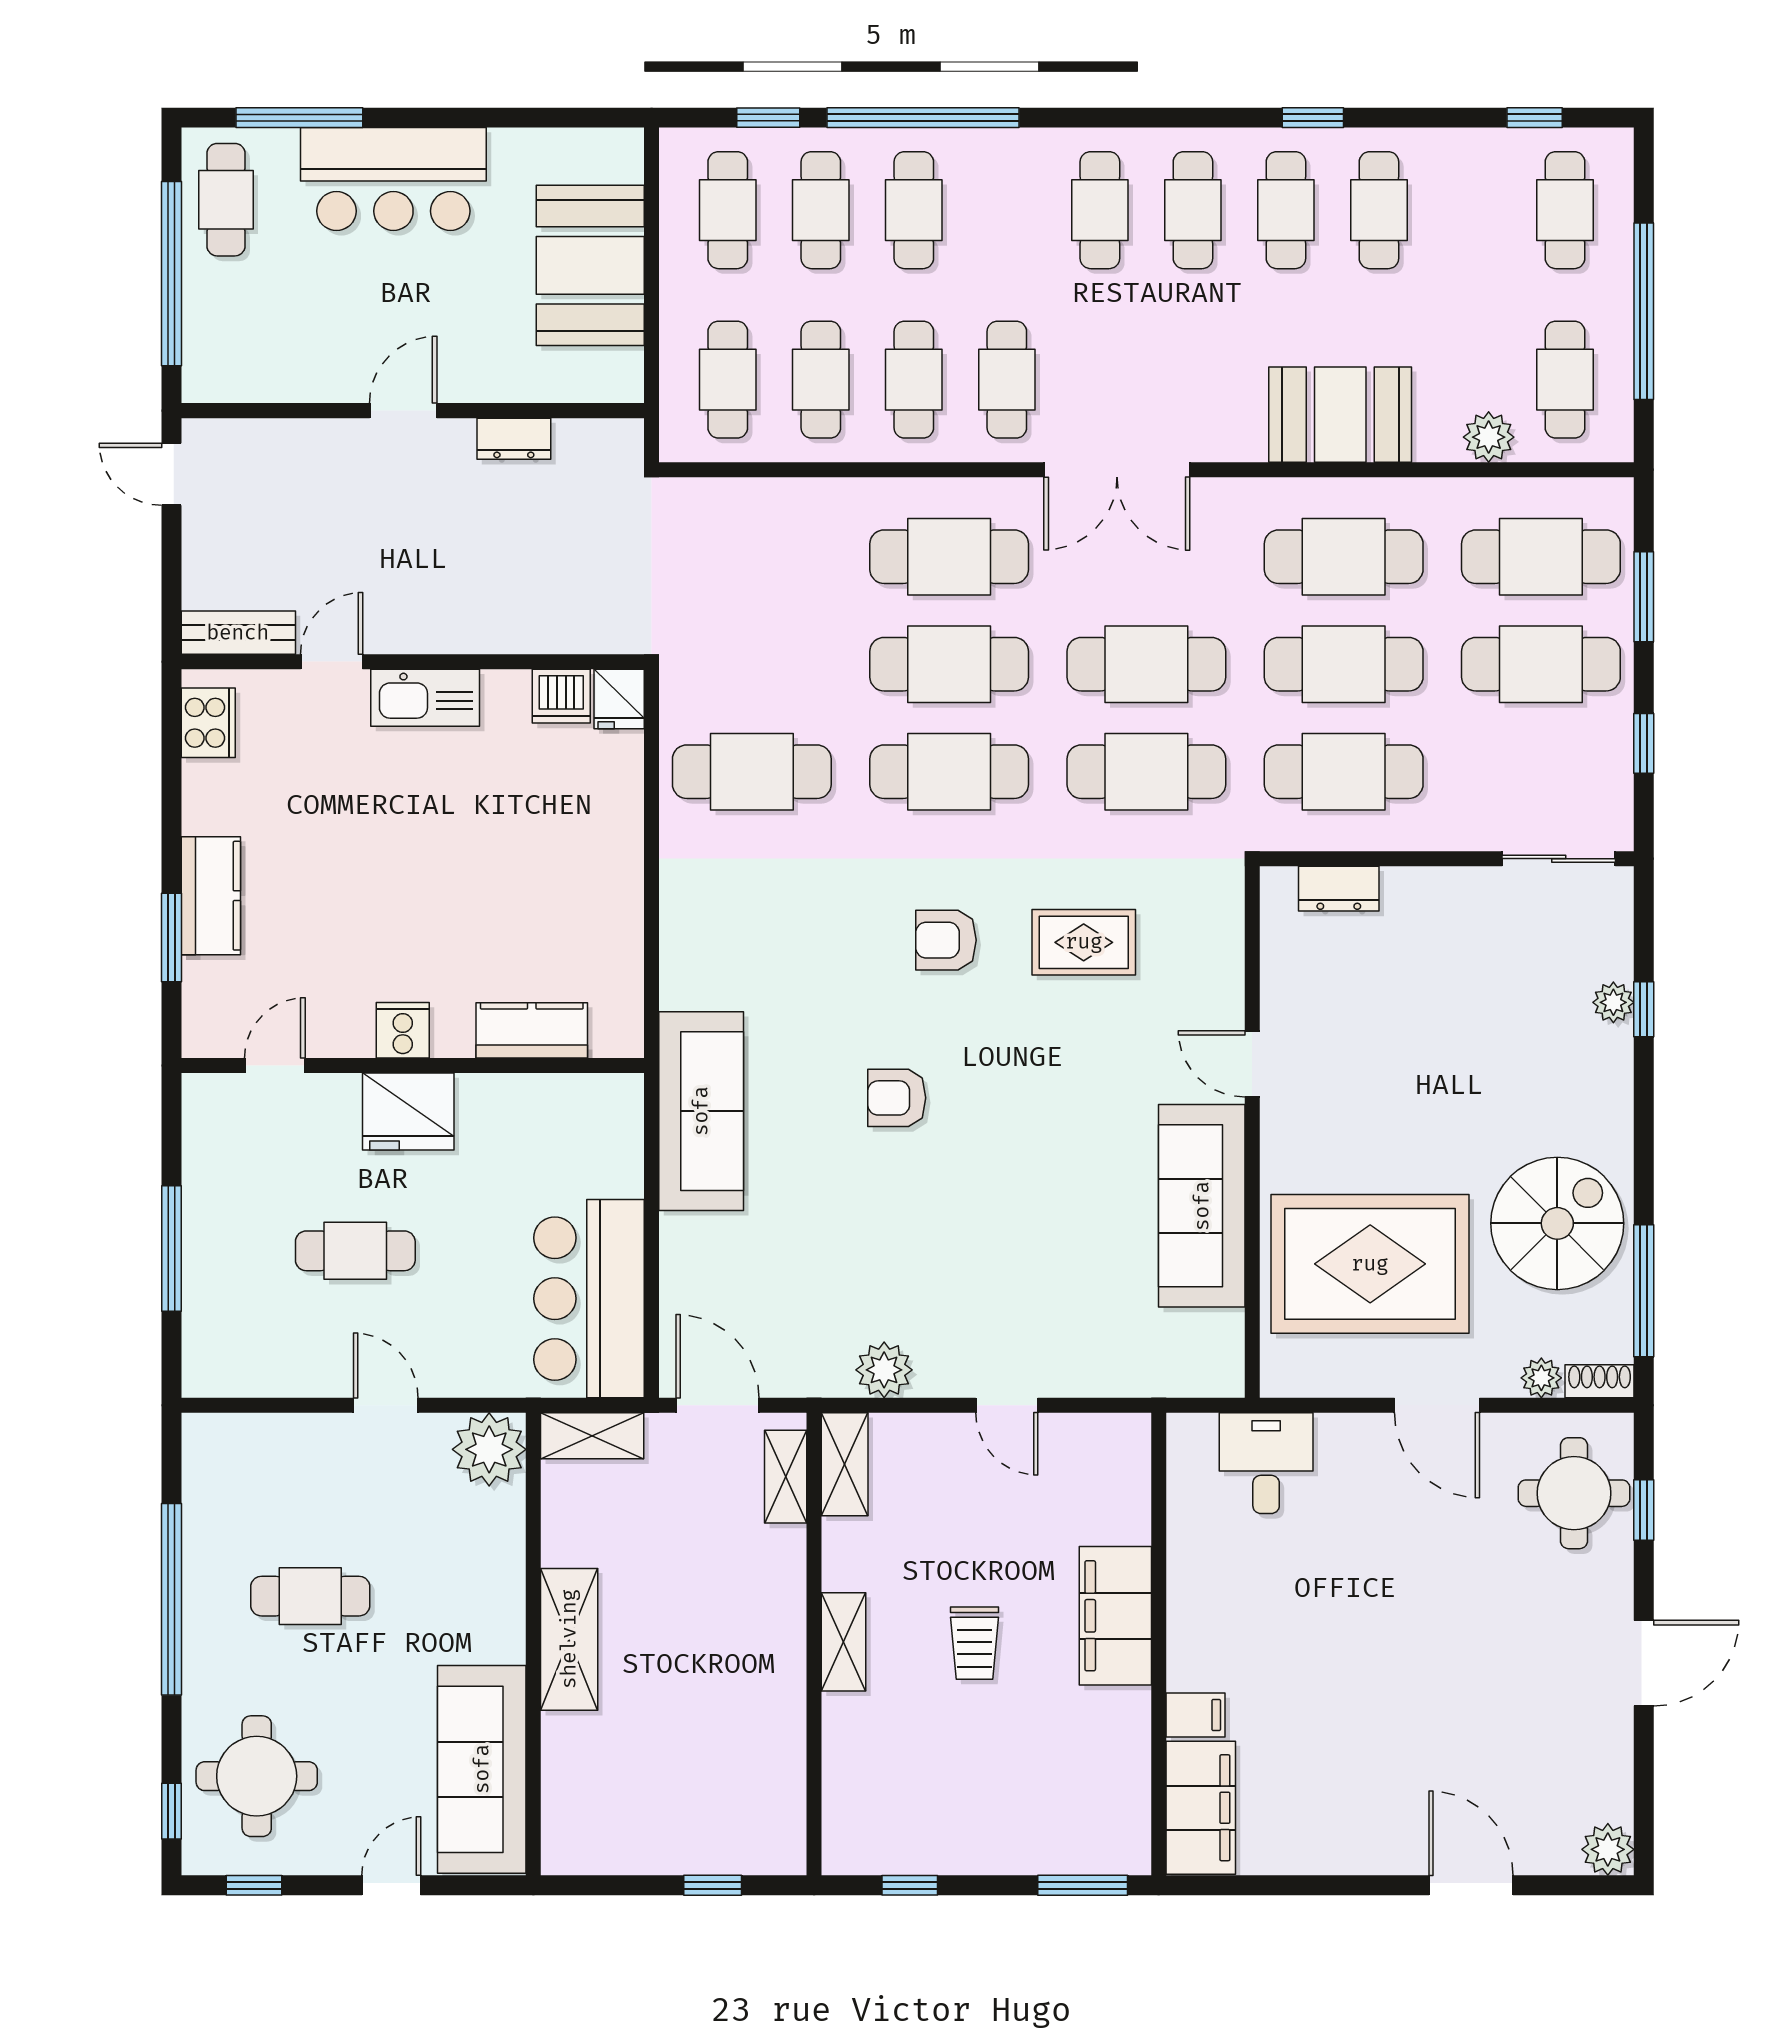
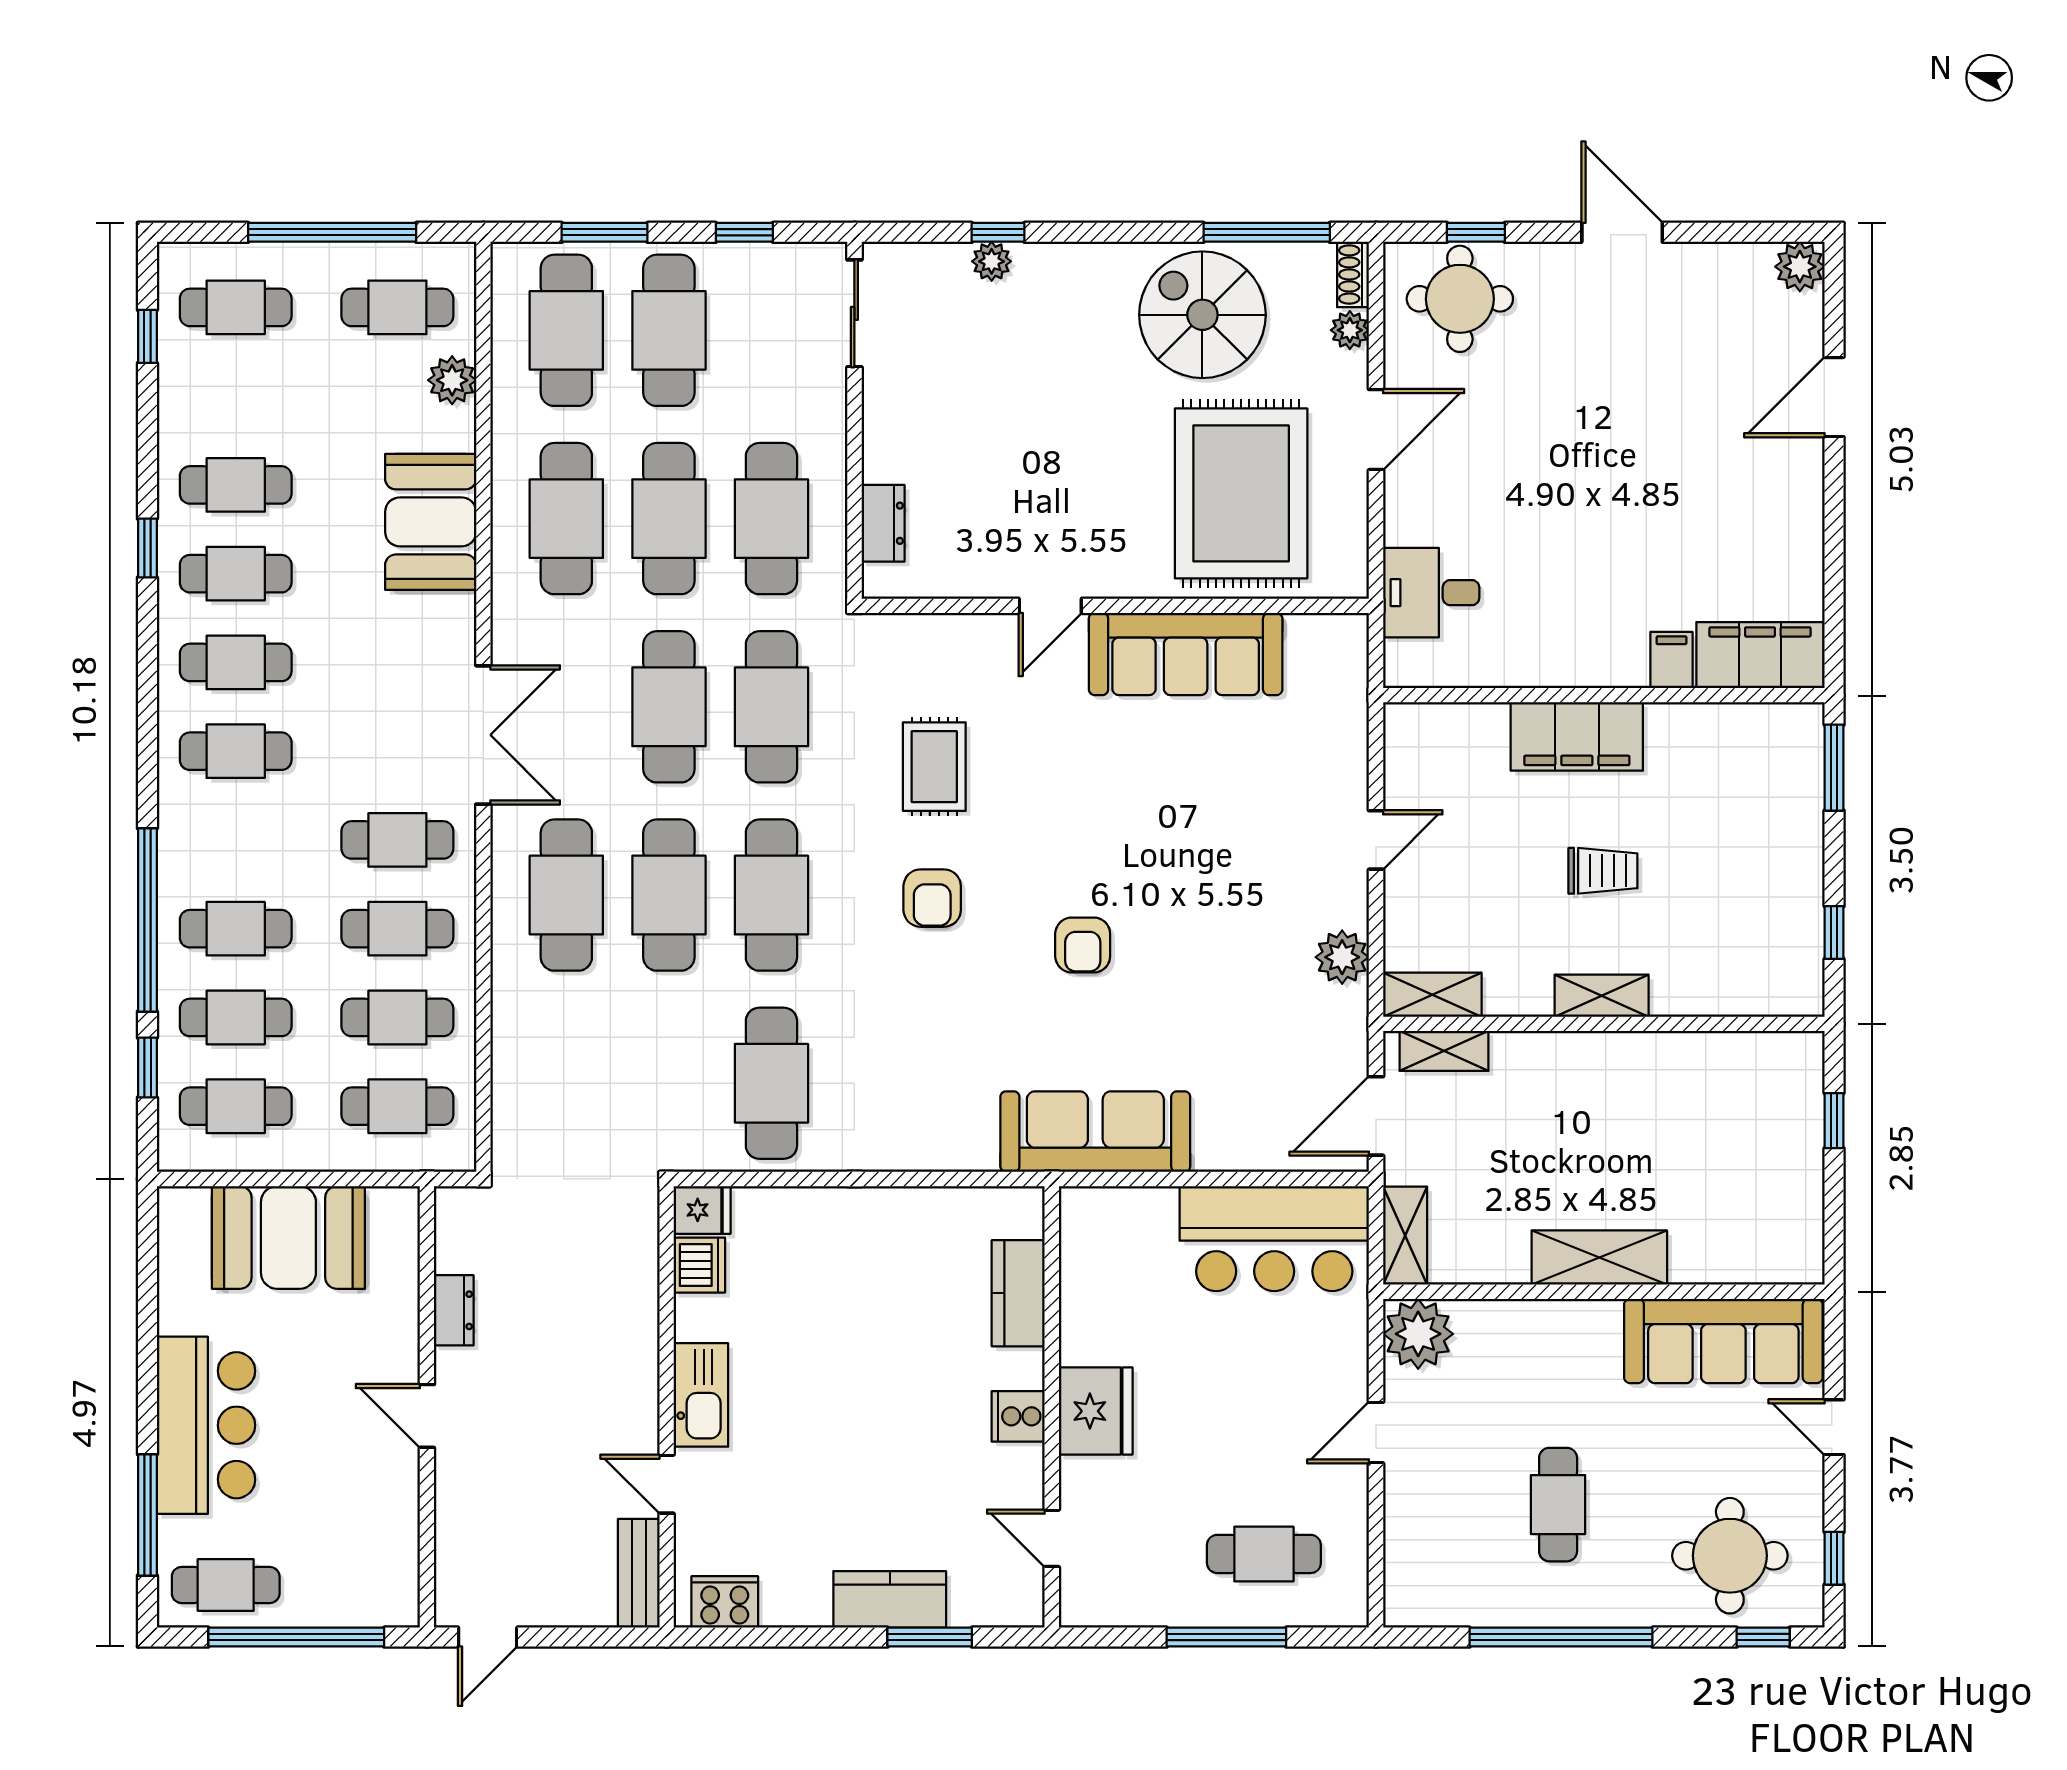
cafe table: (355, 1251) -> (1264, 1554), moved, turned 90

